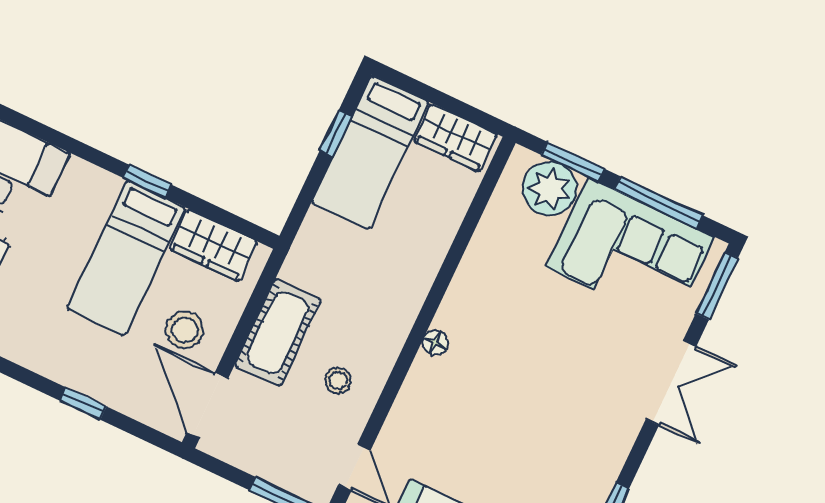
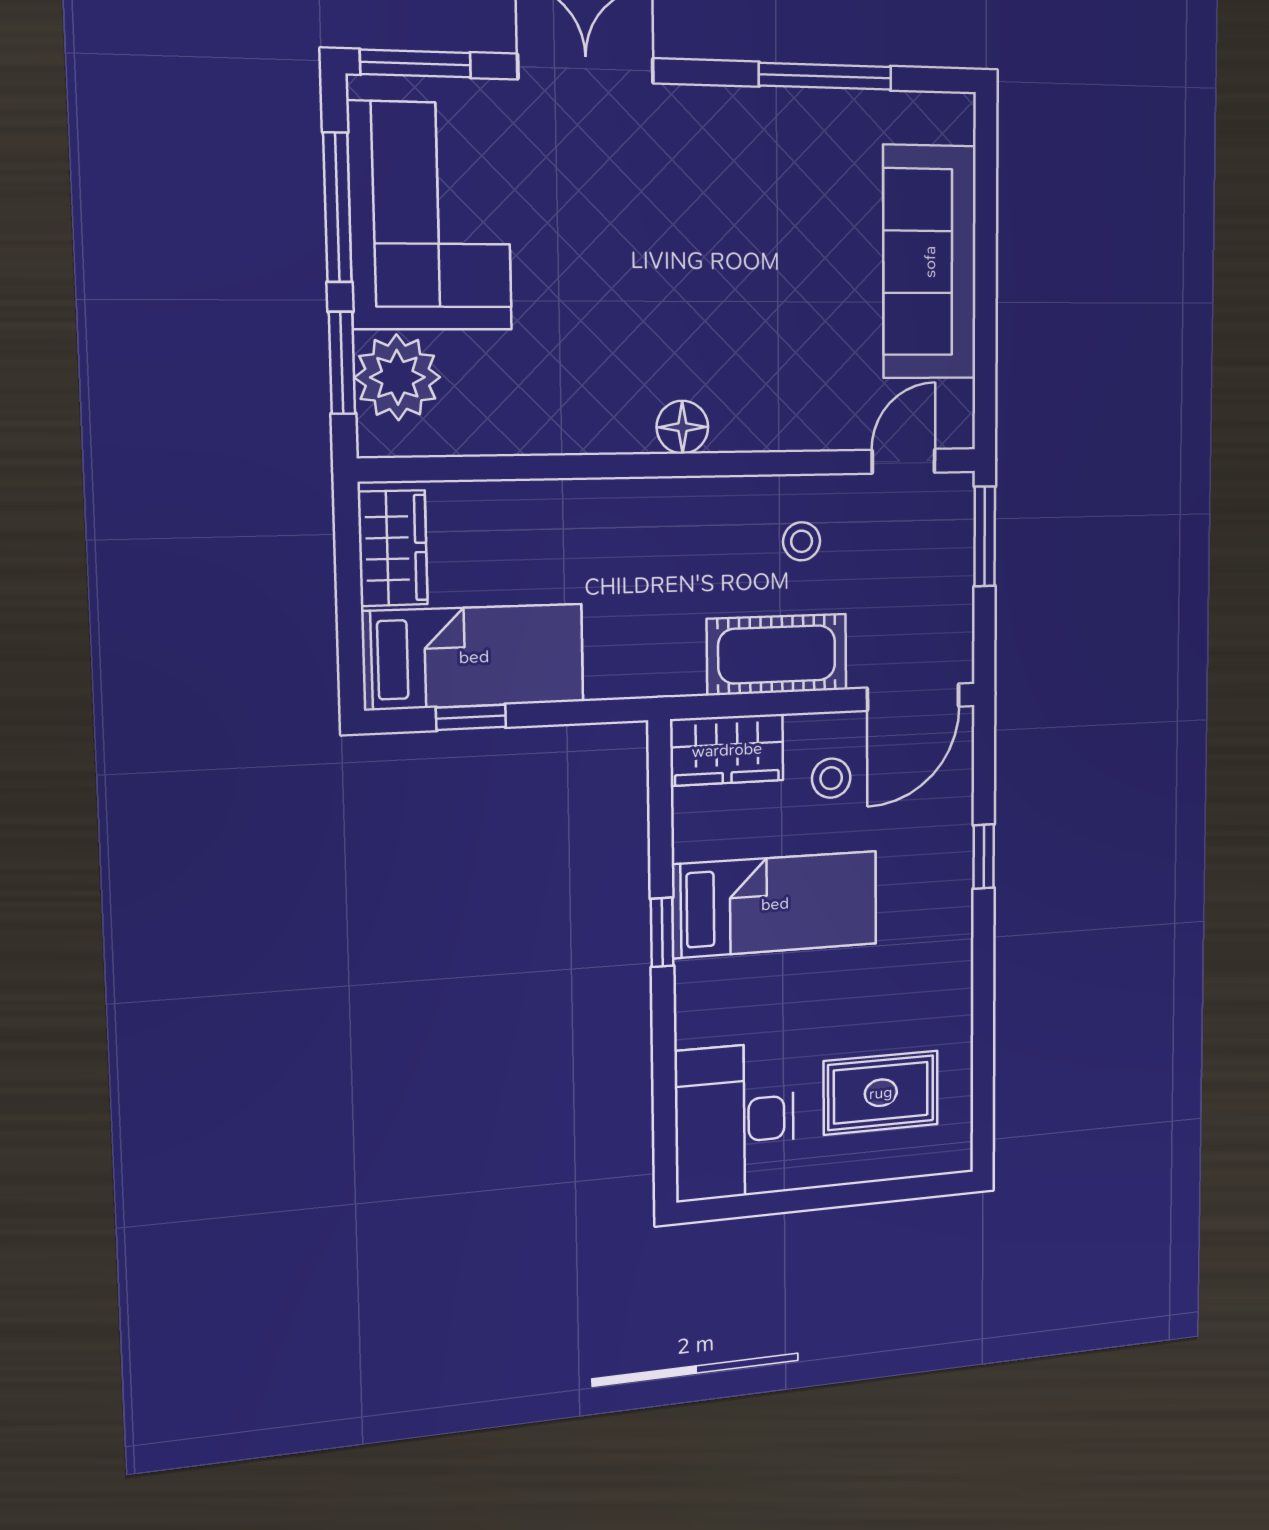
wardrobe: (213, 245) -> (727, 750), moved, turned 90
stool: (185, 330) -> (831, 778), width x0.73, depth x0.73
floor lamp: (435, 343) -> (682, 427), width x1.37, depth x1.37

